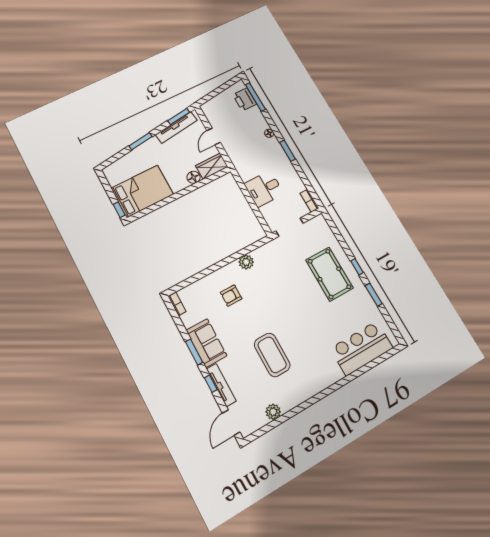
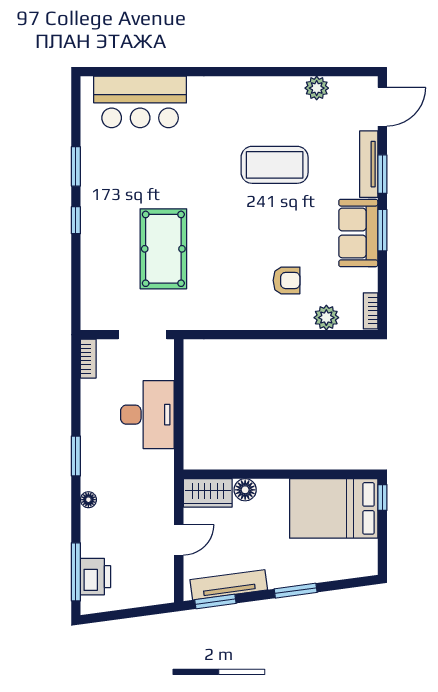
desk: (264, 189) -> (147, 415), width x1.37
plant: (246, 262) -> (326, 318), moved
pool table: (329, 274) -> (163, 249), moved
coffee table: (272, 355) -> (275, 165), turned 90
window: (211, 384) -> (382, 174), width x1.50

